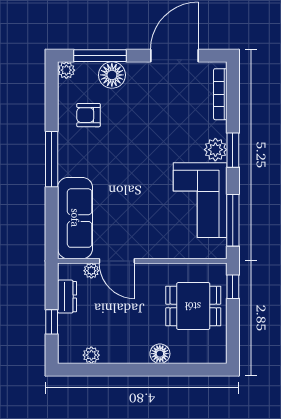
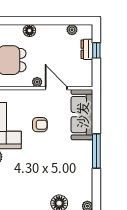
armchair: (89, 115) -> (40, 125), moved
plant: (91, 271) -> (37, 82), moved
dresser: (67, 297) -> (87, 49), moved

